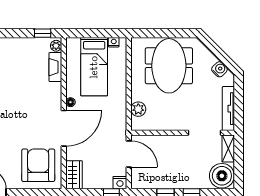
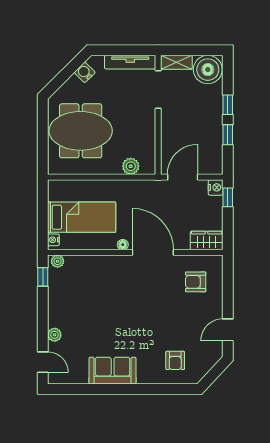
nightstand: (114, 42) -> (53, 240), moved
fireplace: (55, 67) -> (82, 262), removed
armchair: (38, 165) -> (196, 282), width x0.53, depth x0.53

